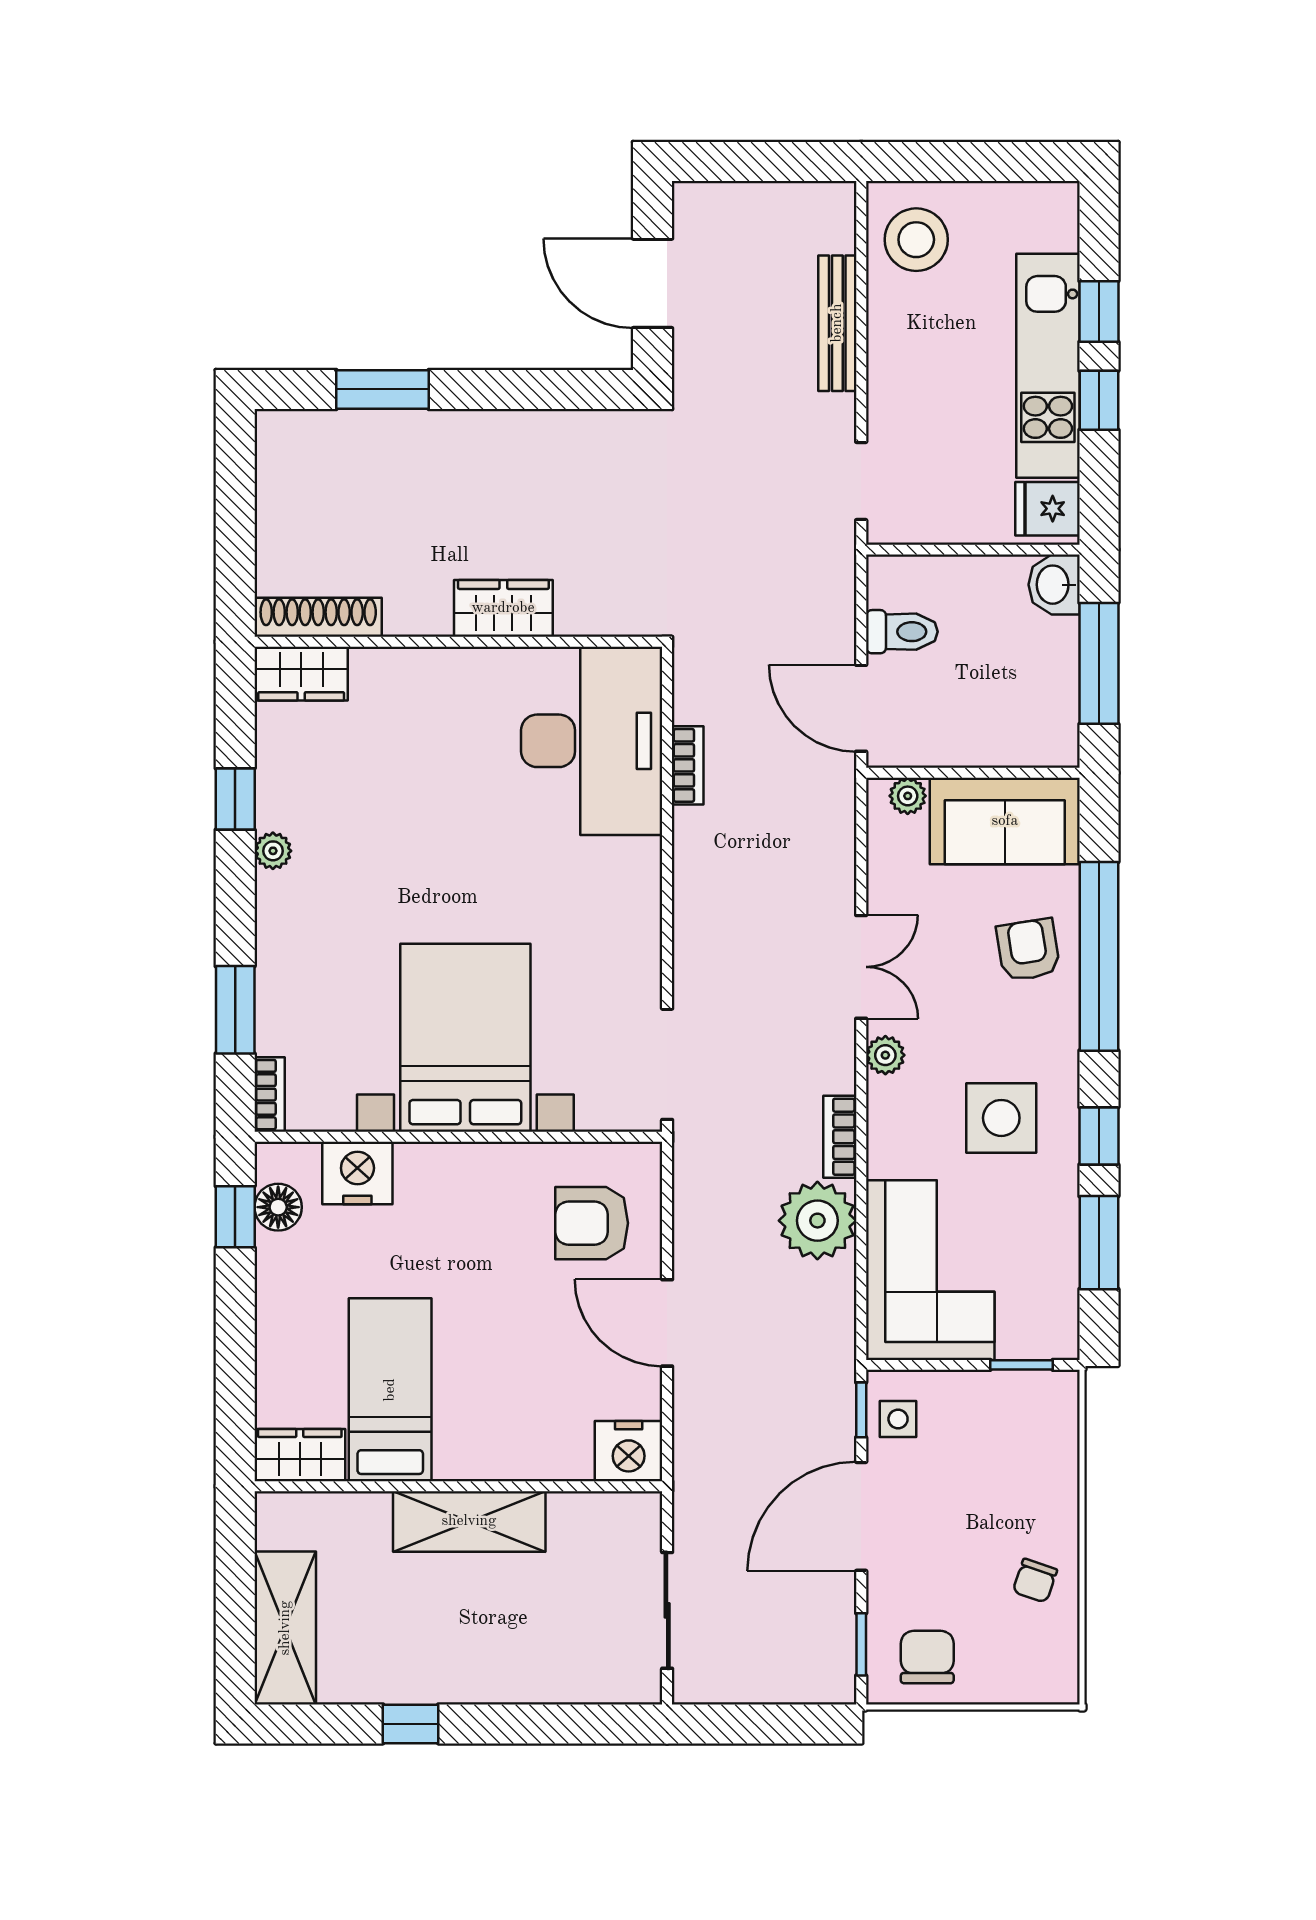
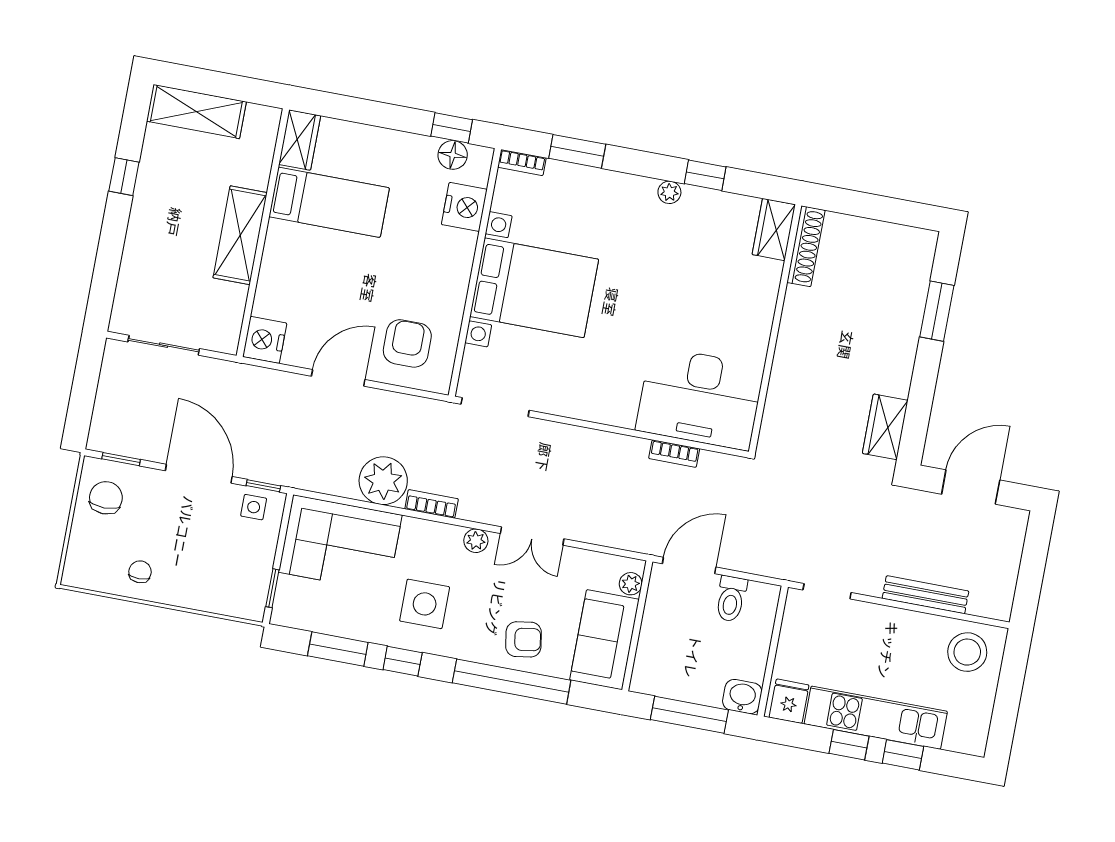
wardrobe: (503, 608) -> (885, 427), moved, turned 180
chair: (1035, 1581) -> (140, 572), turned 71
chair: (927, 1657) -> (106, 498), turned -90

